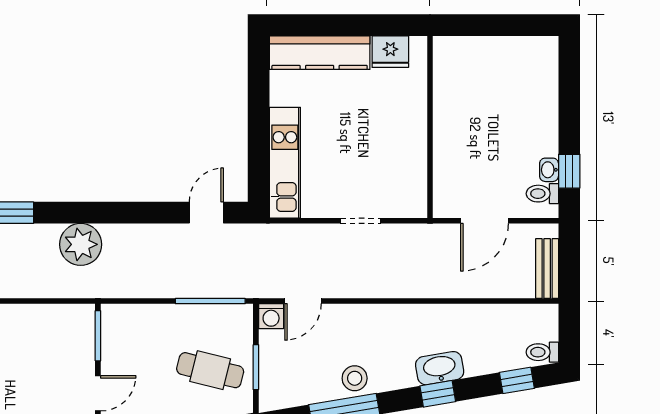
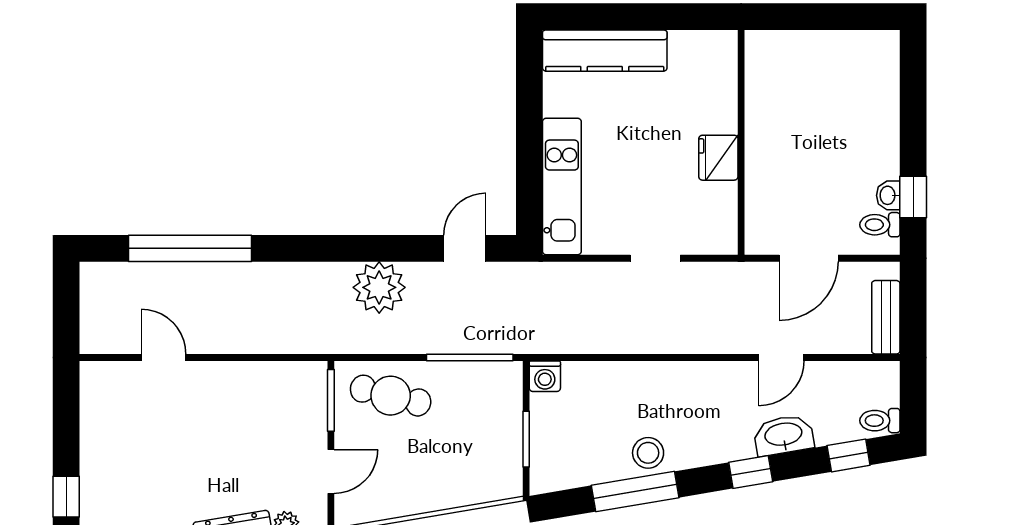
fridge: (390, 52) -> (718, 158), moved, turned 90
plant: (81, 244) -> (379, 287), moved
door: (303, 301) -> (781, 357), moved
washbasin: (440, 368) -> (784, 435), moved
cafe table: (210, 370) -> (391, 396), moved

